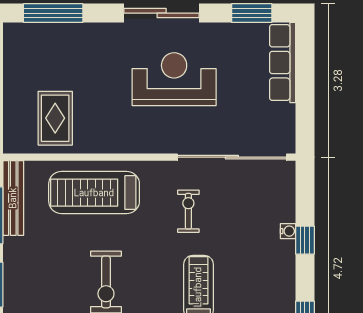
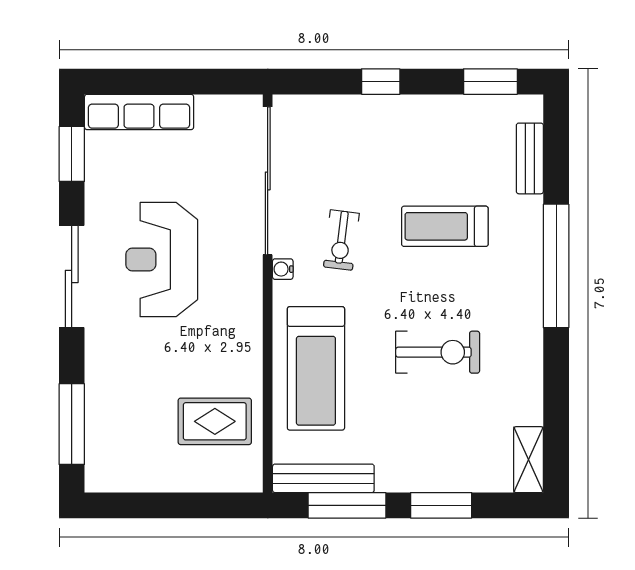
exercise bike: (188, 211) -> (341, 240), turned -83
water cooler: (288, 231) -> (283, 269), moved, turned -90

